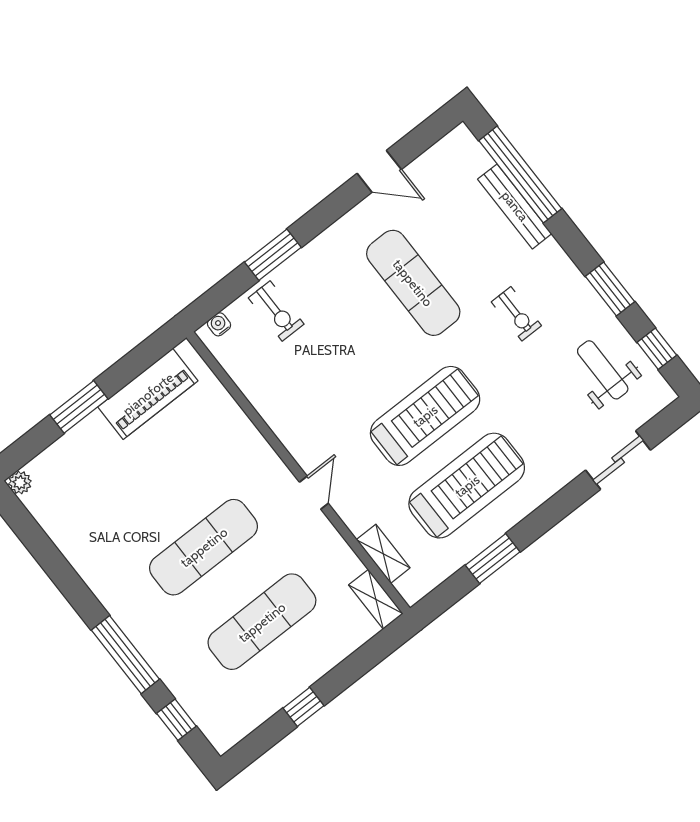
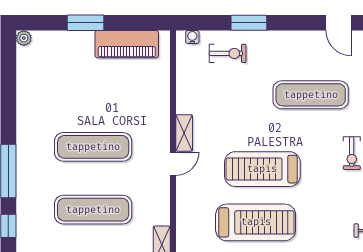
exercise mat: (413, 283) -> (311, 95), turned 90
exercise bike: (276, 311) -> (228, 53), turned -90
treadmill: (425, 416) -> (262, 169), turned 180
shelving: (383, 554) -> (184, 133), moved

